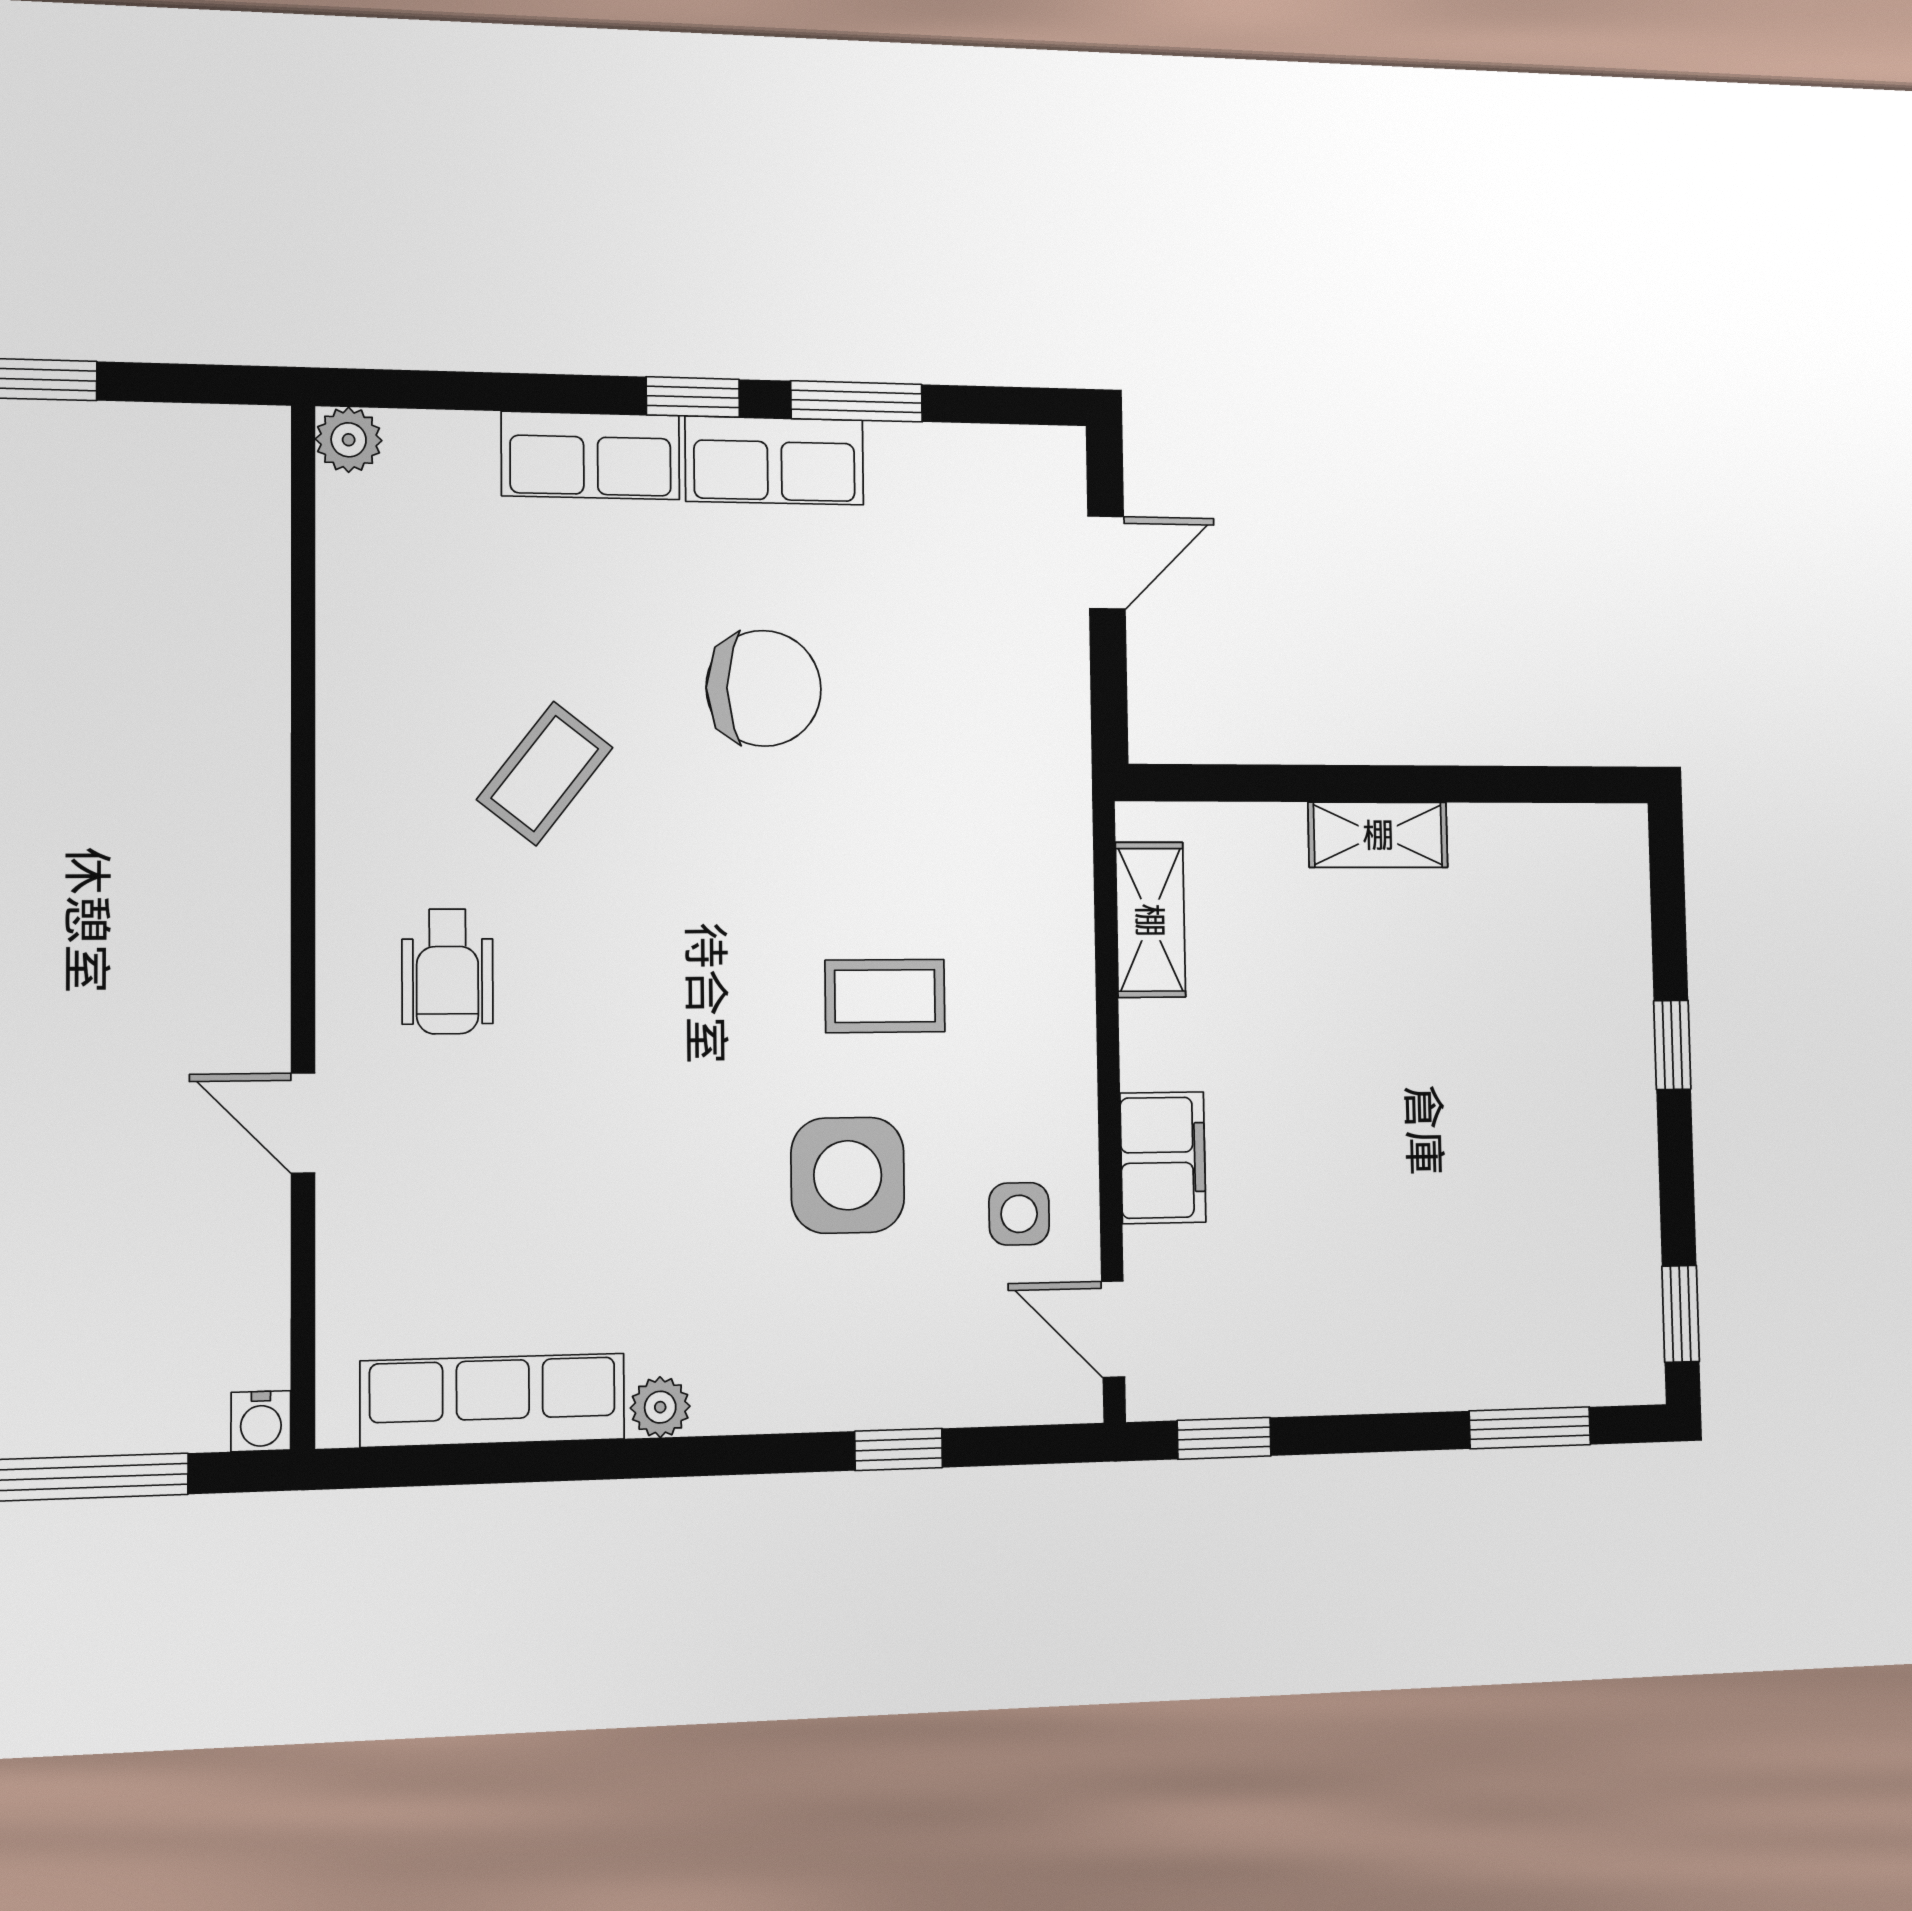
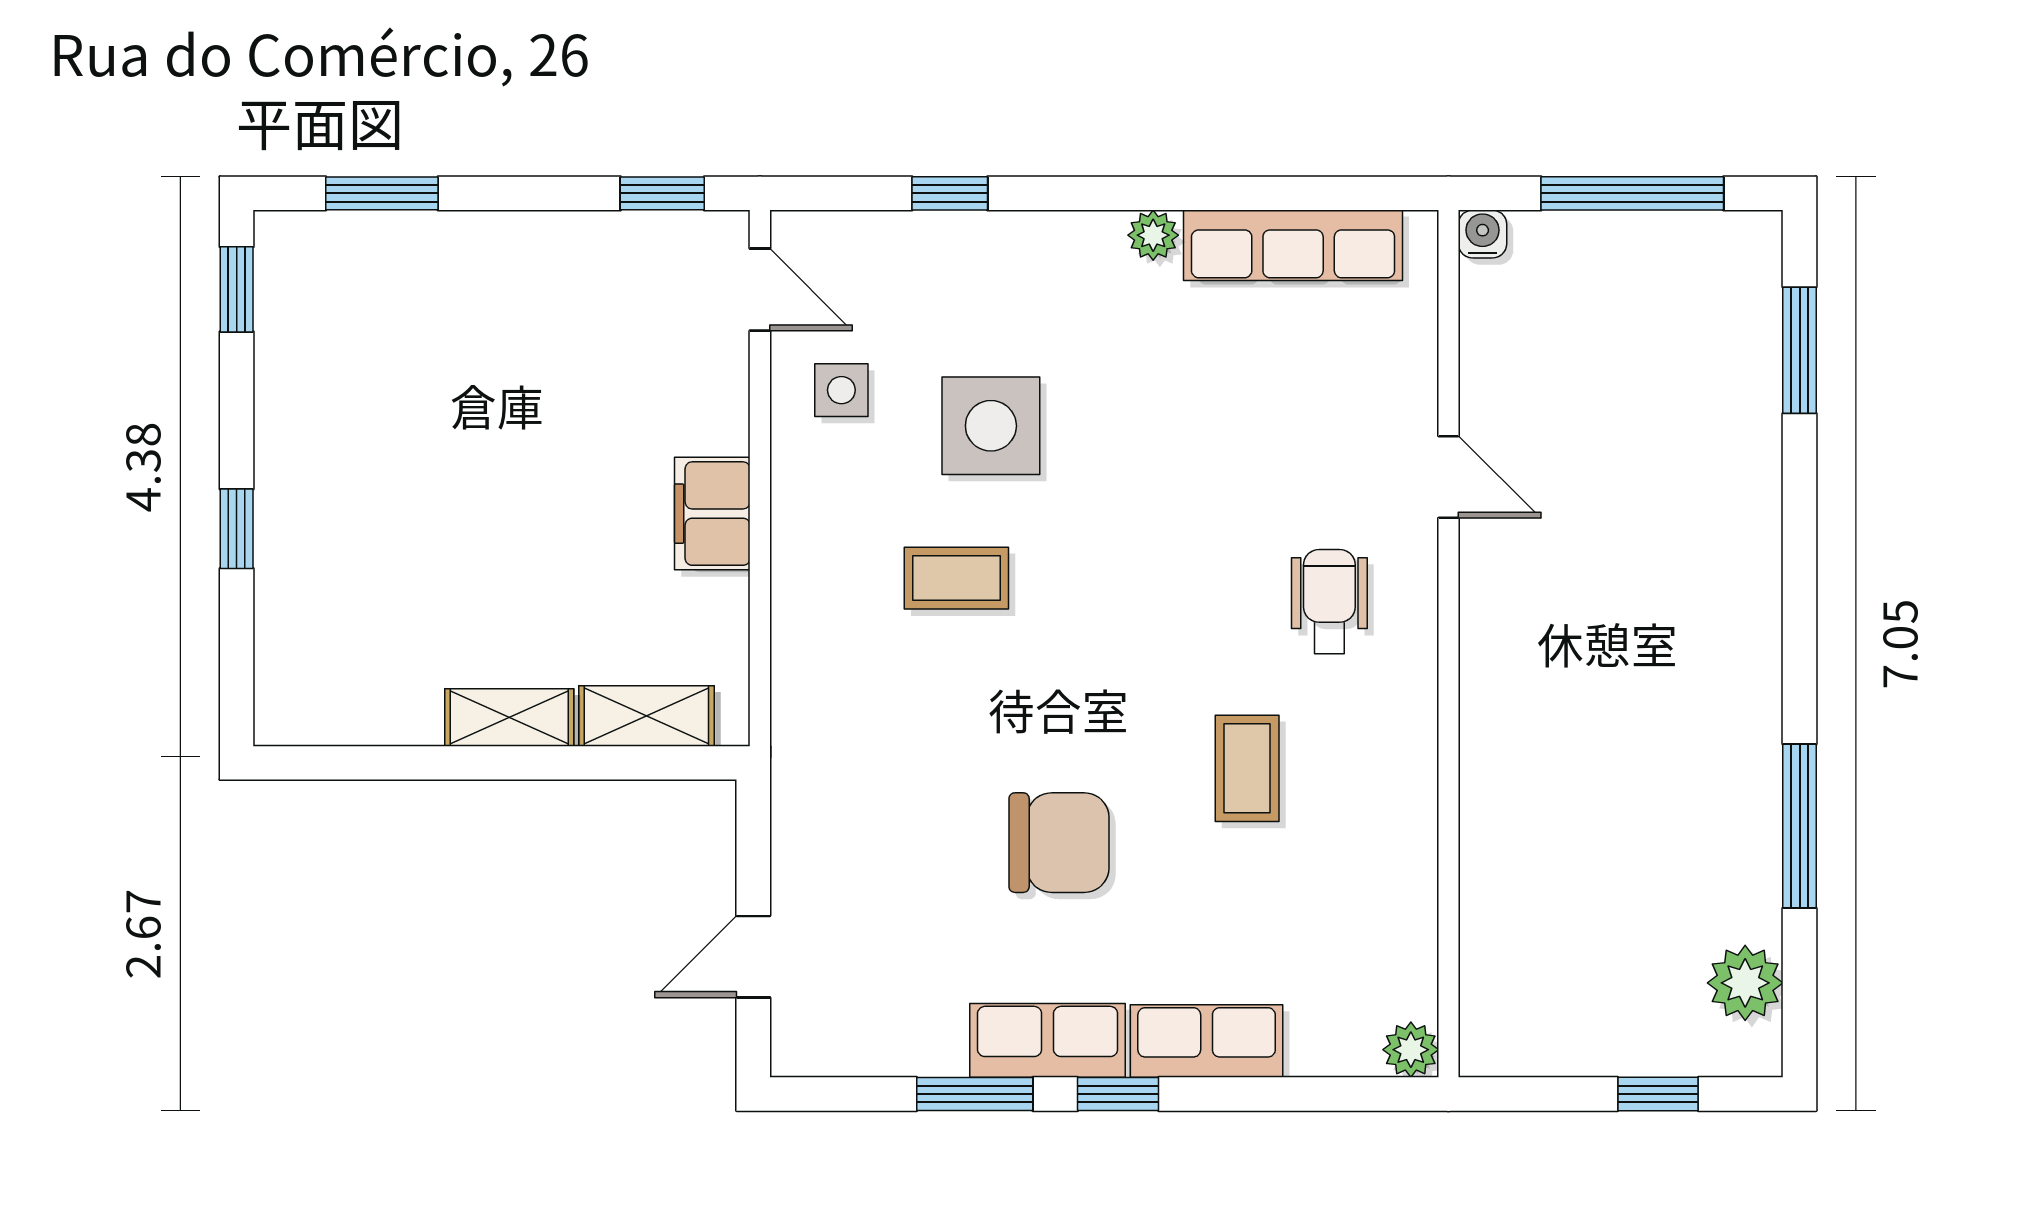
chair: (764, 688) -> (1059, 843), turned 180
coffee table: (545, 773) -> (1247, 768), turned -38
shelving: (1150, 920) -> (646, 716), moved, turned 90
filing cabinet: (1163, 1158) -> (712, 514), moved

